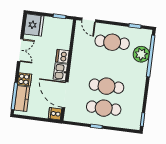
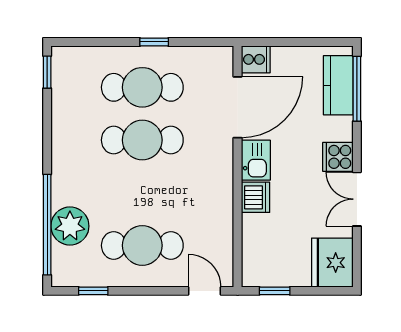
cooker: (25, 79) -> (338, 157), moved
door: (65, 95) -> (238, 107), hinge flipped

